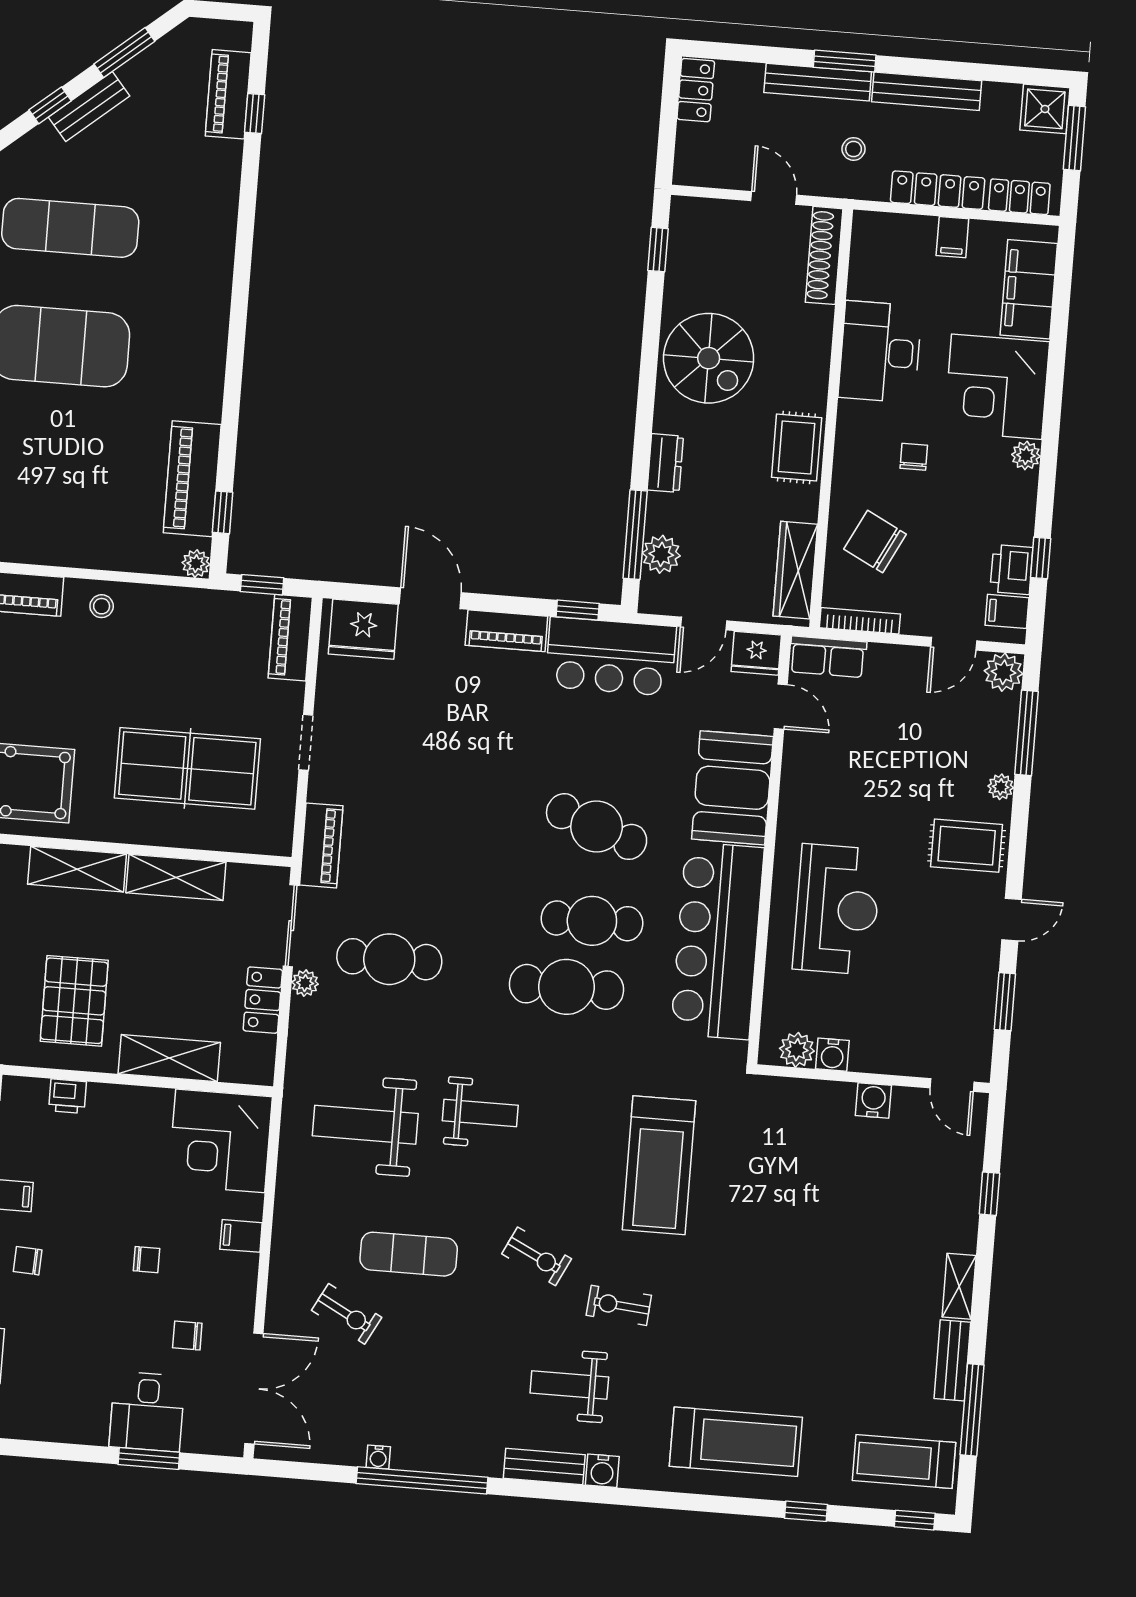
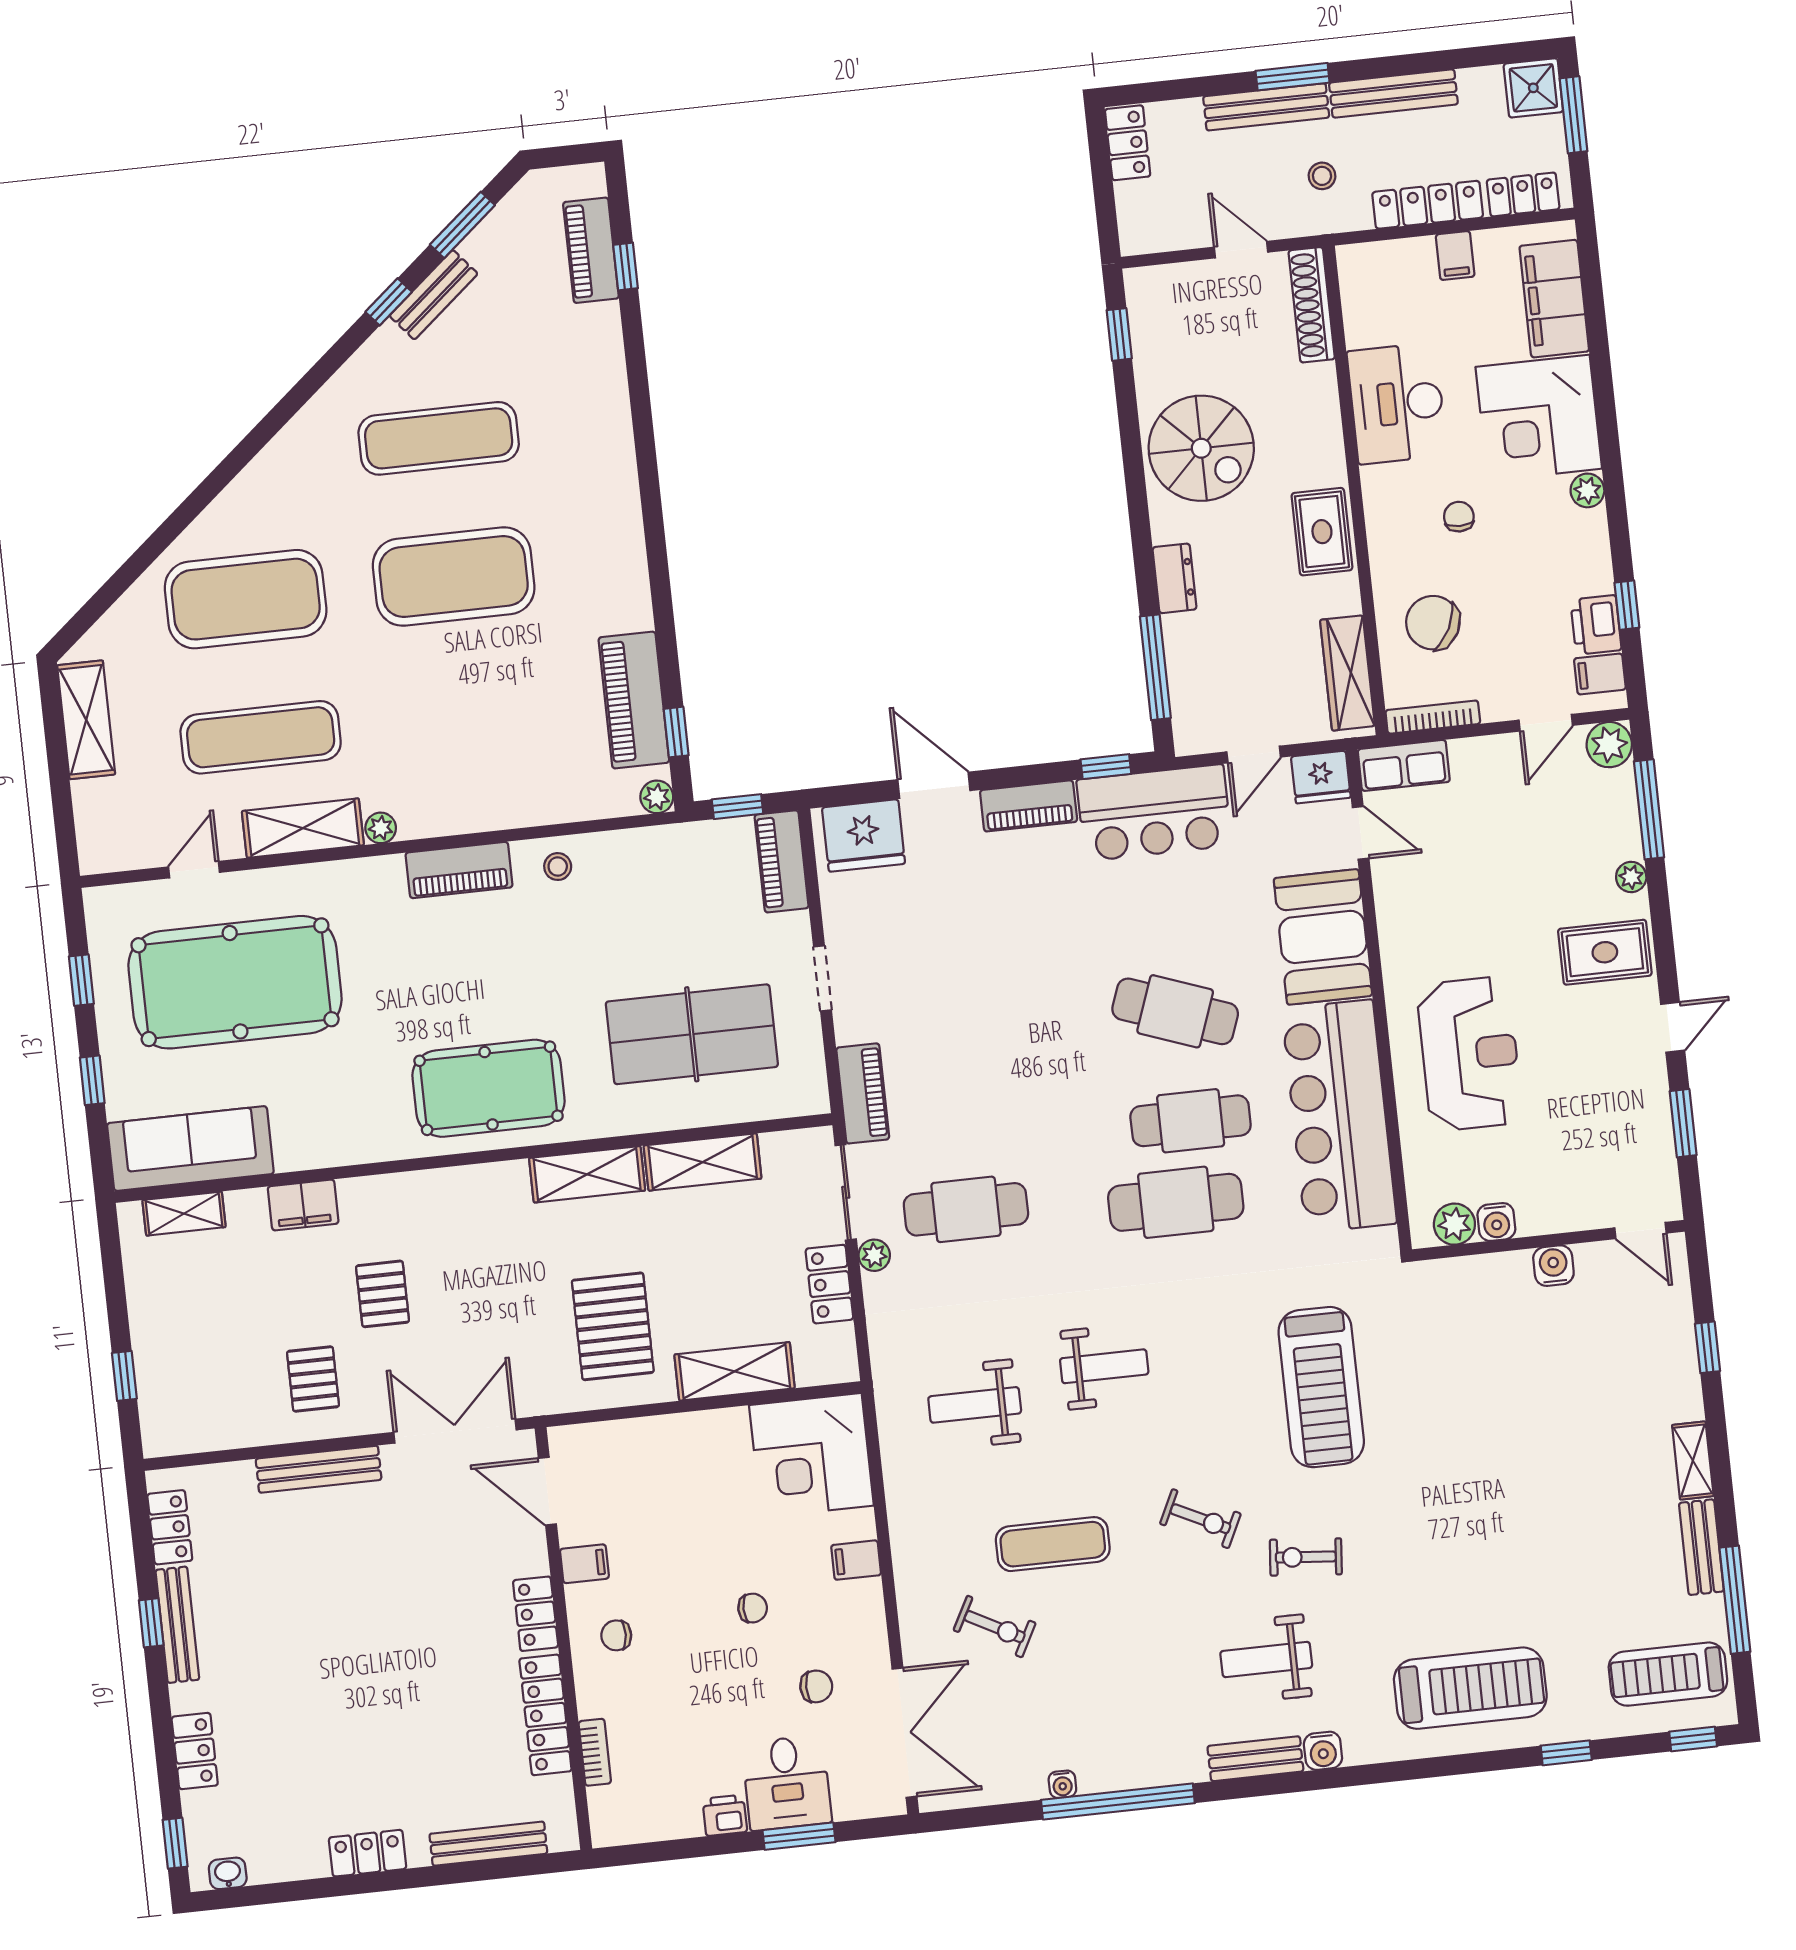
plant: (661, 554) -> (1190, 684), removed
printer: (68, 1096) -> (725, 1815), moved, turned 180
weight bench: (365, 1125) -> (975, 1405), width x0.73, depth x0.75
chair: (187, 1336) -> (816, 1686), turned 180

